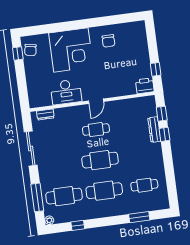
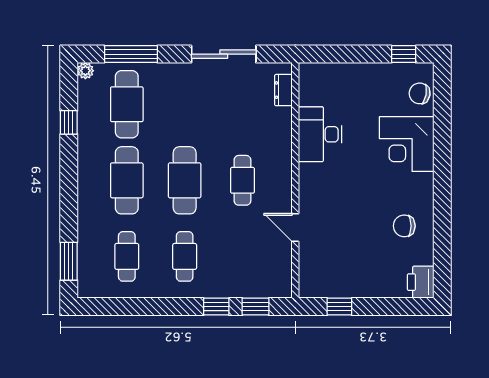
chair: (30, 50) -> (420, 93), moved
corner desk: (71, 50) -> (407, 144), width x0.74, depth x0.74
printer: (145, 86) -> (421, 282), moved, turned 180
door: (96, 101) -> (295, 228), moved
dresser: (154, 130) -> (228, 289), removed
cafe table: (140, 155) -> (185, 256), added
window: (139, 217) -> (69, 261), moved

